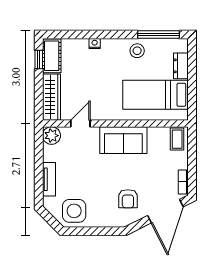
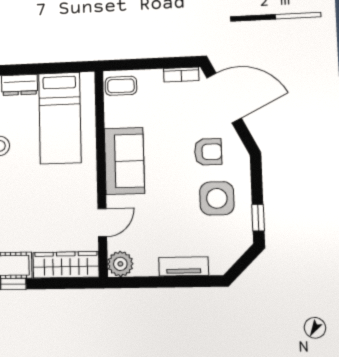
door: (80, 124) -> (102, 223), swing flipped
side table: (74, 211) -> (217, 198), moved
window: (81, 231) -> (258, 218), added

